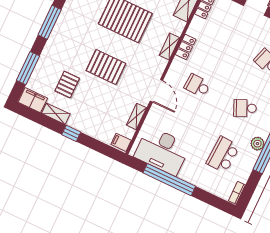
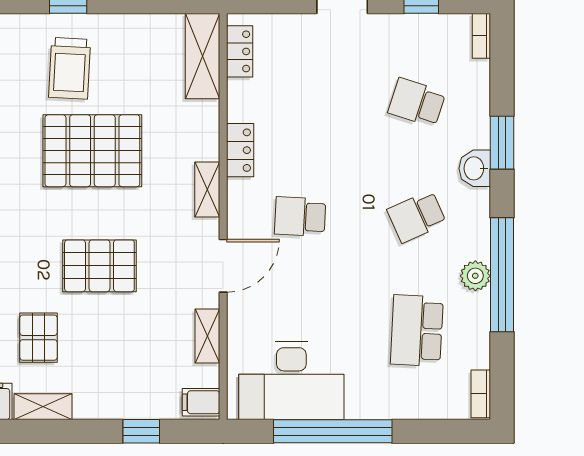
shelving: (169, 46) -> (207, 189), moved
door: (156, 91) -> (223, 266), hinge flipped
window: (71, 133) -> (141, 431), moved

